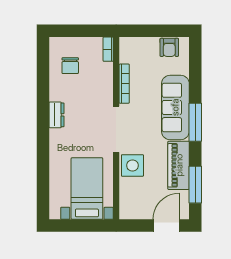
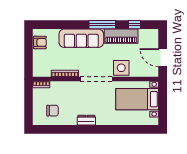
window: (195, 122) -> (102, 25), moved
window: (195, 185) -> (134, 25), width x0.46
door: (166, 226) -> (163, 58), moved

